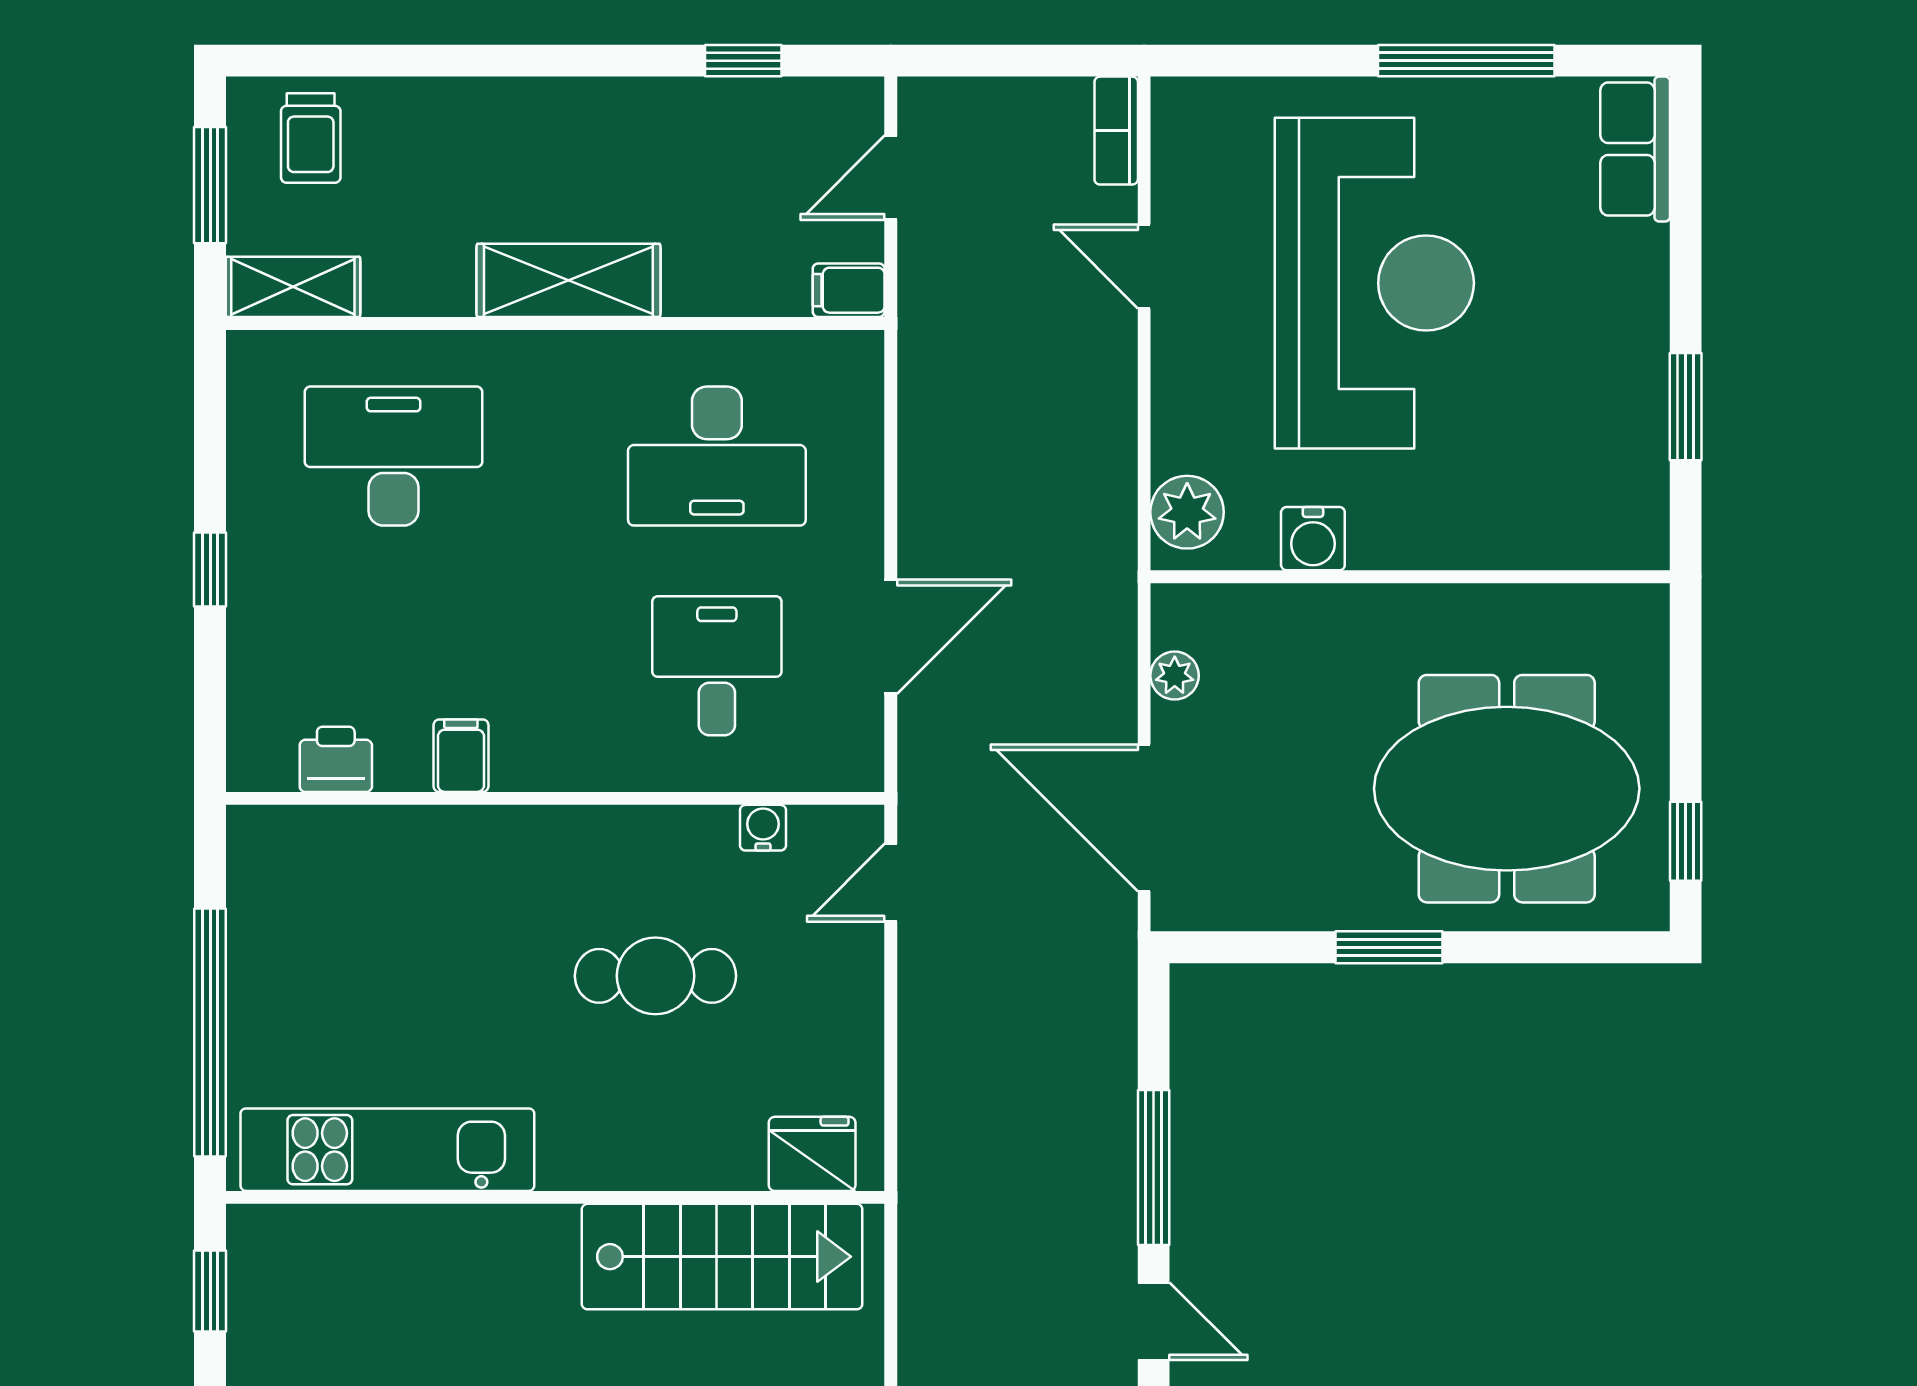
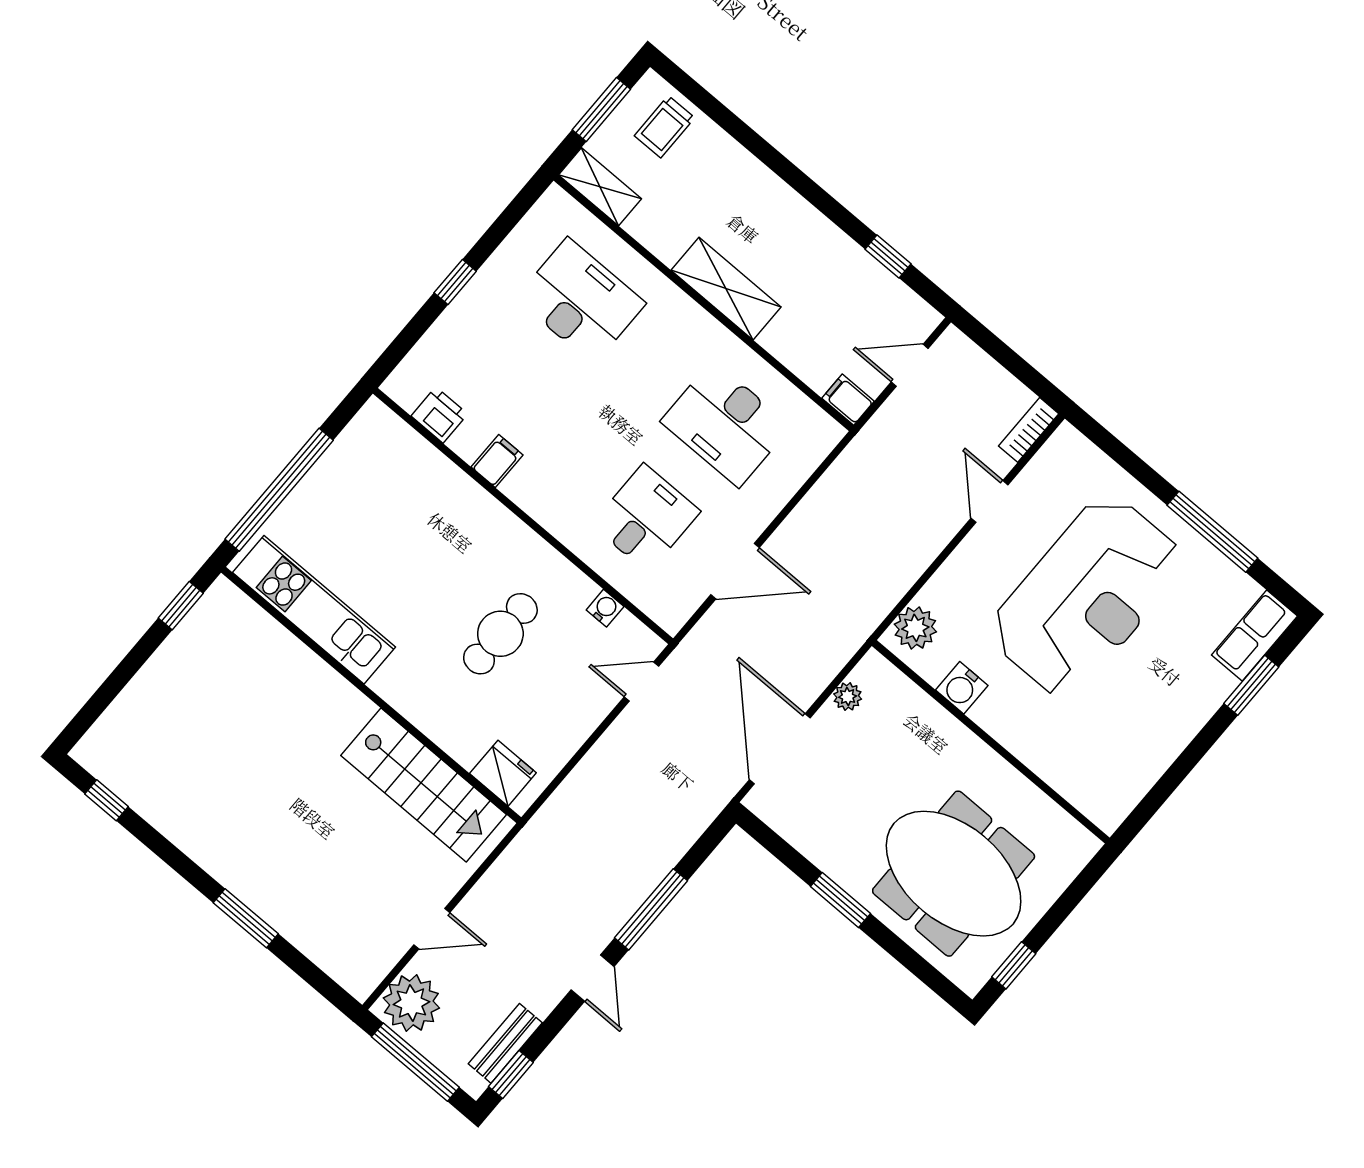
window: (1686, 407) -> (1251, 685), moved
cafe table: (655, 976) -> (500, 634), turned 90

